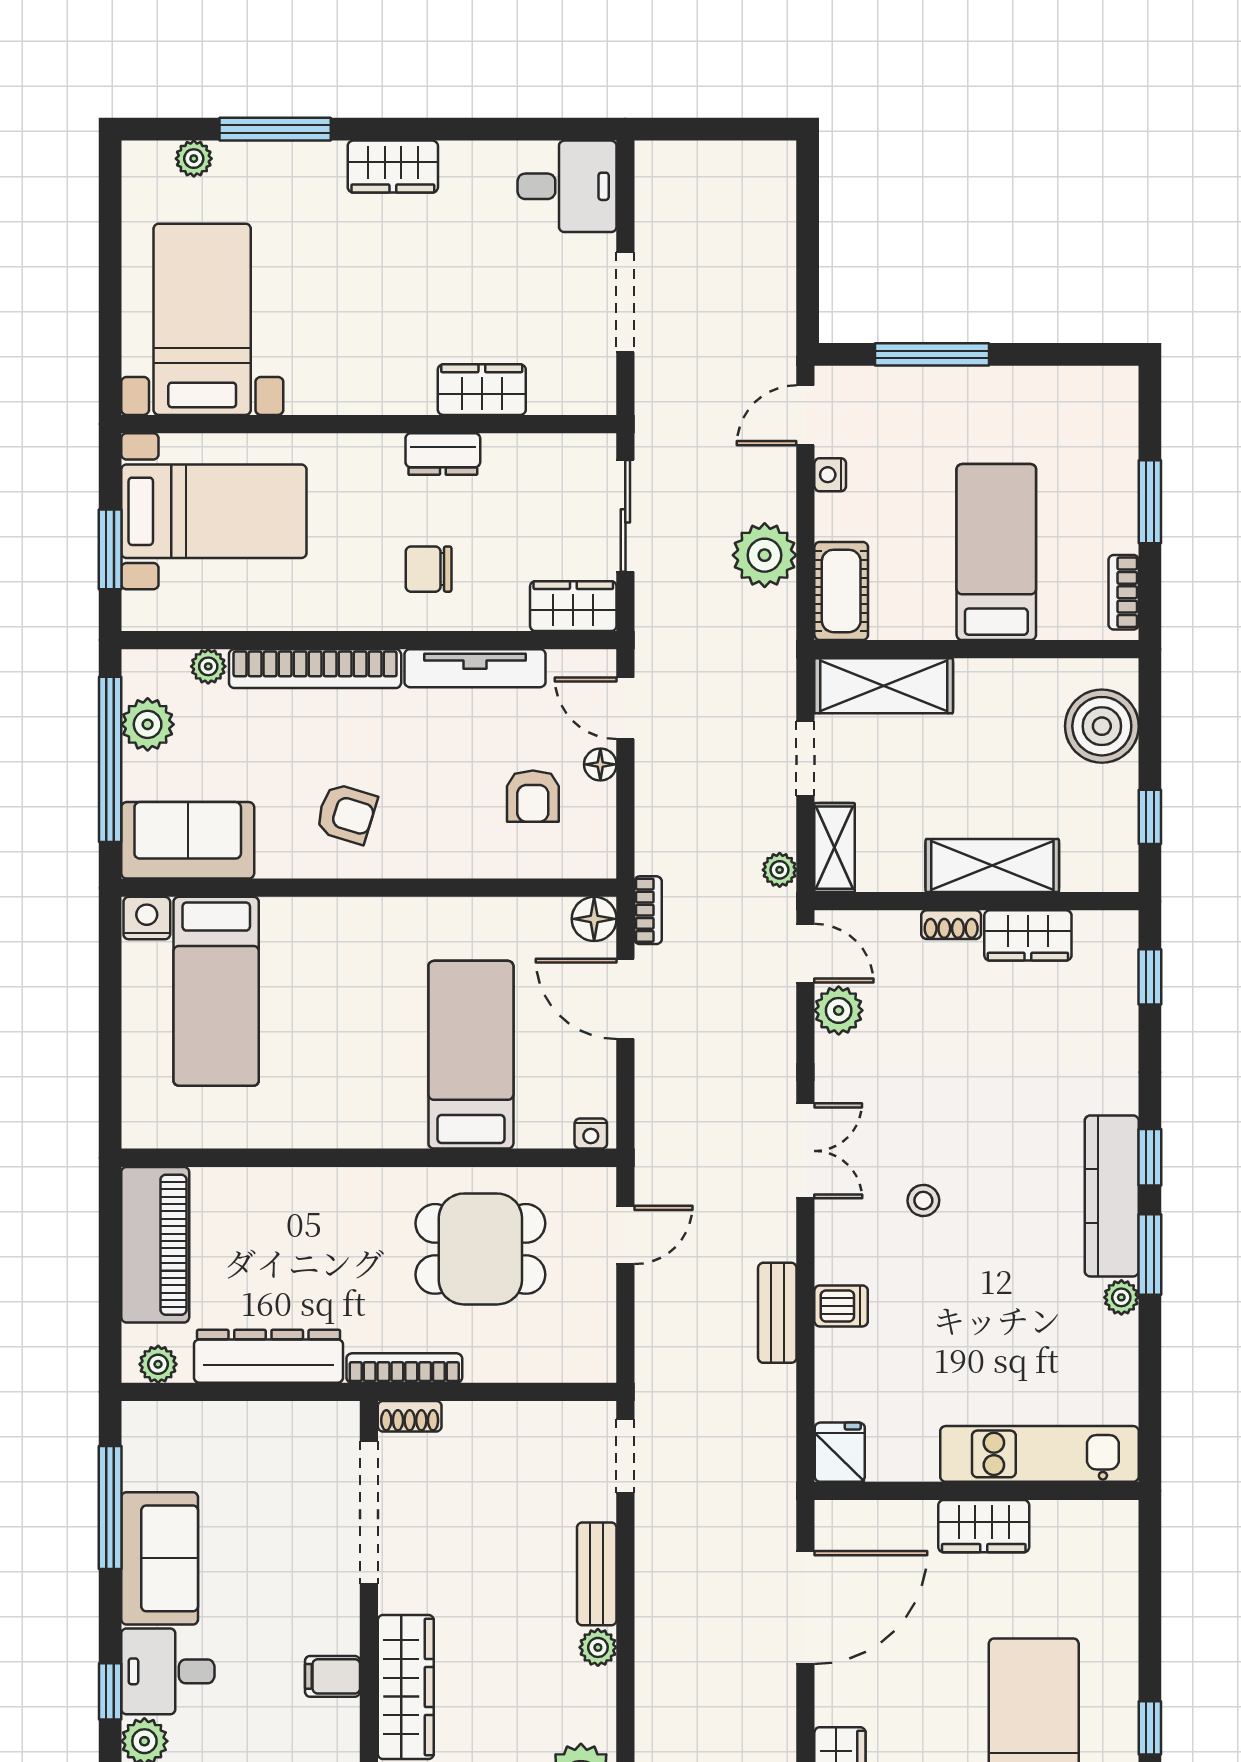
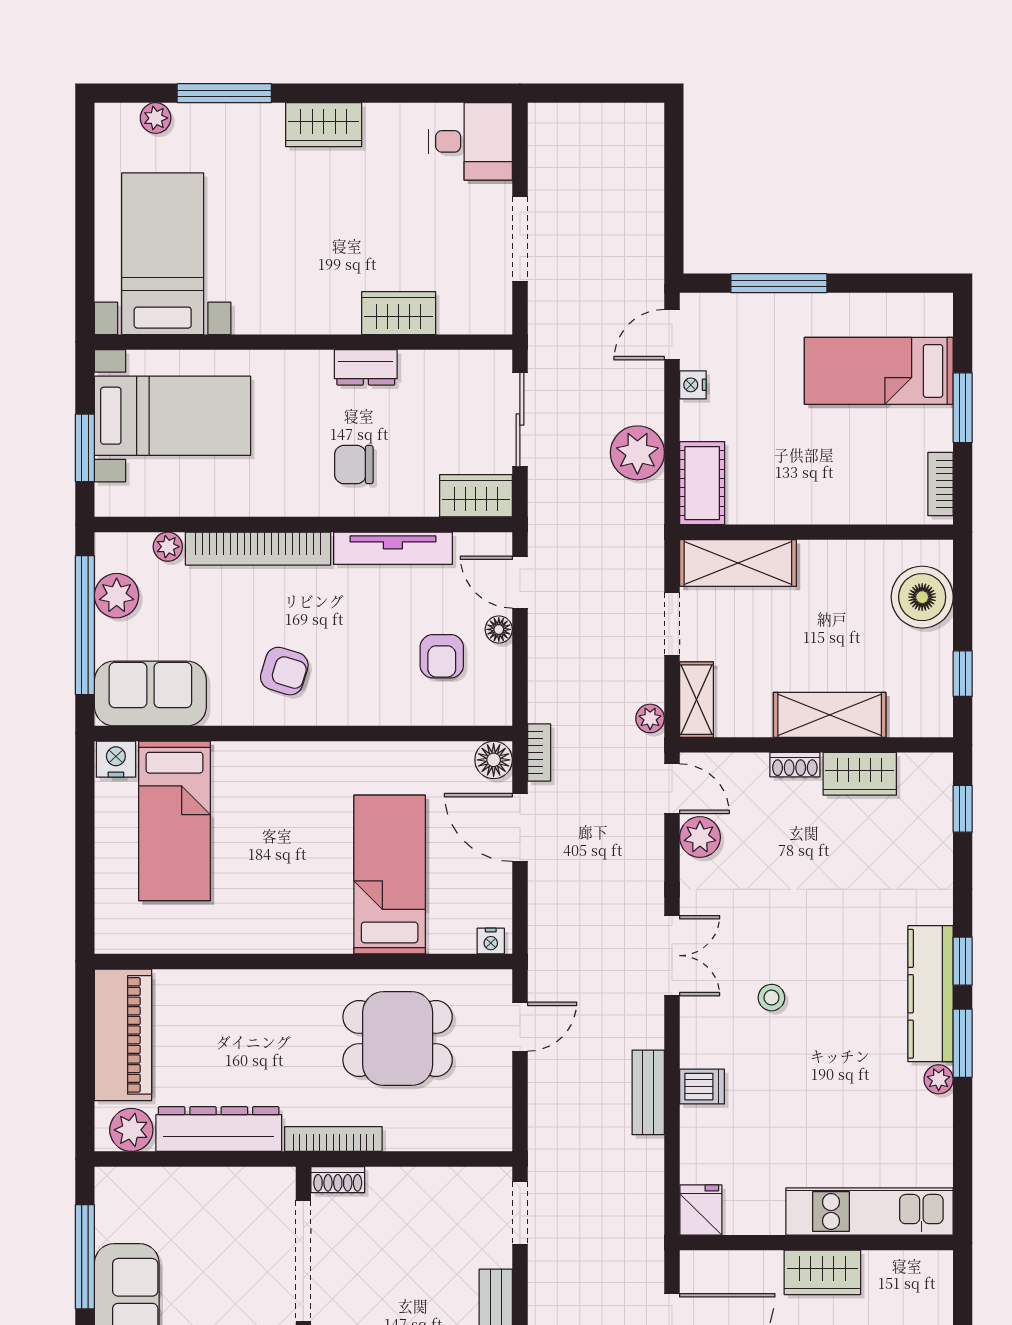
bed: (996, 552) -> (879, 371), moved, turned -90
plant: (158, 1364) -> (131, 1130), width x1.38, depth x1.38

